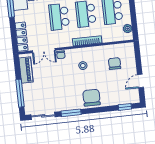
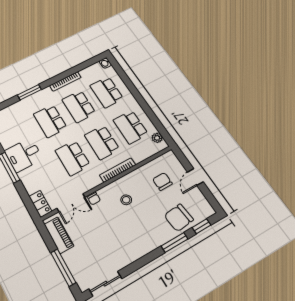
locker: (22, 37) -> (40, 204), width x0.66
door: (140, 81) -> (195, 177), moved
chair: (92, 98) -> (179, 218), moved, turned -96
window: (71, 113) -> (175, 242), moved

